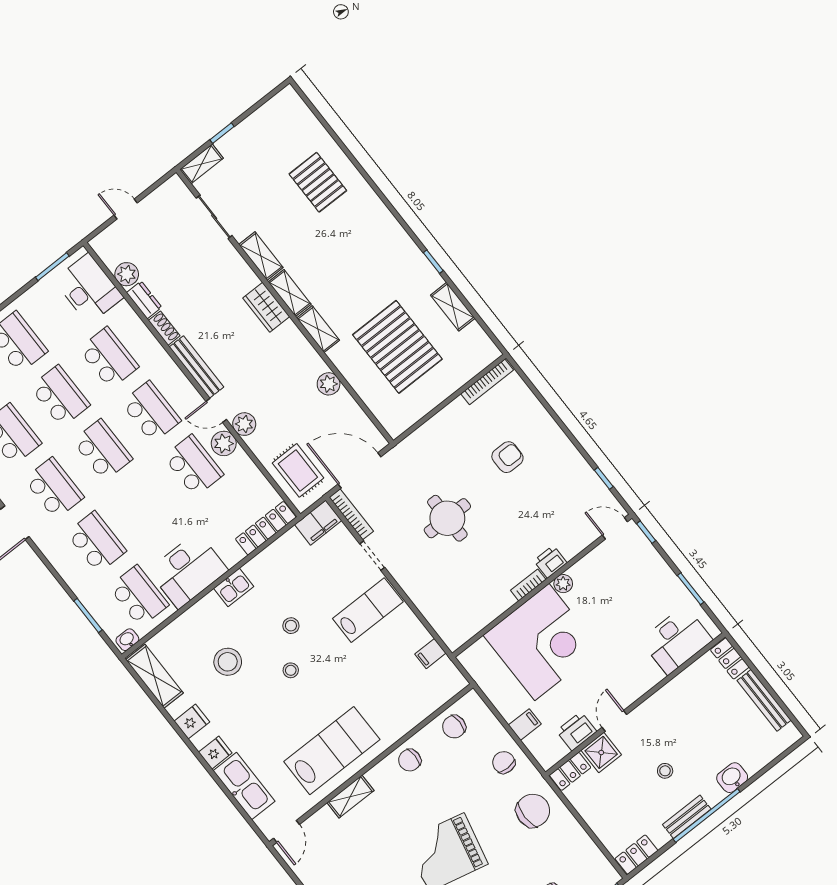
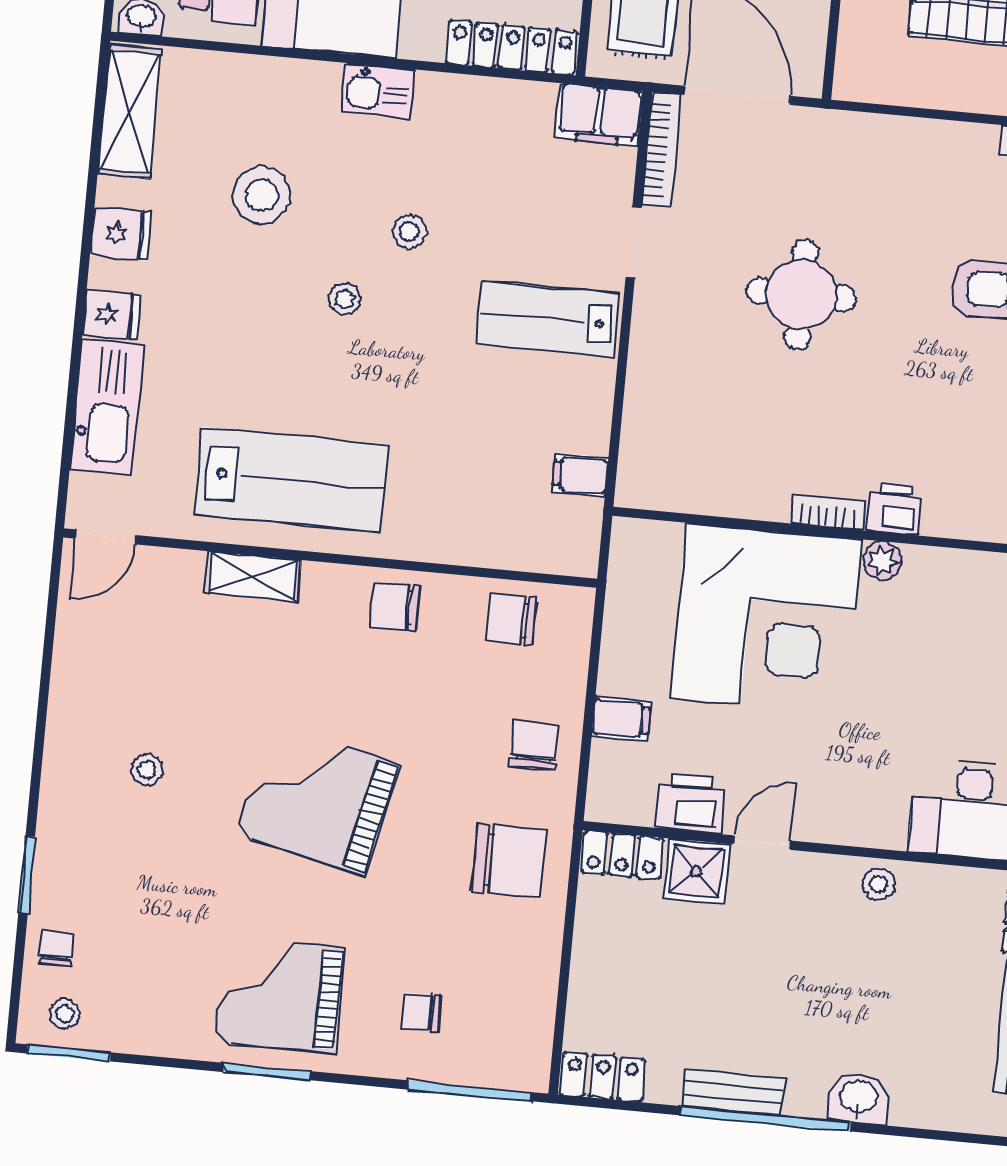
lab bench: (368, 610) -> (548, 319), turned 180
stool: (665, 771) -> (879, 884), moved

